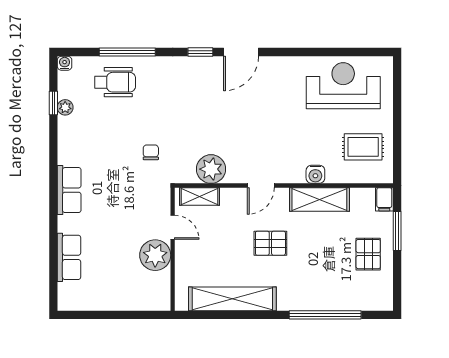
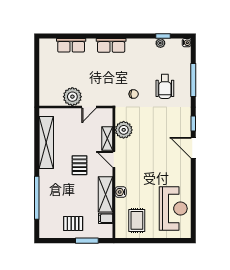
wheelchair: (115, 82) -> (165, 87), moved
shelving: (199, 197) -> (107, 139), moved
filing cabinet: (384, 199) -> (106, 218), moved

